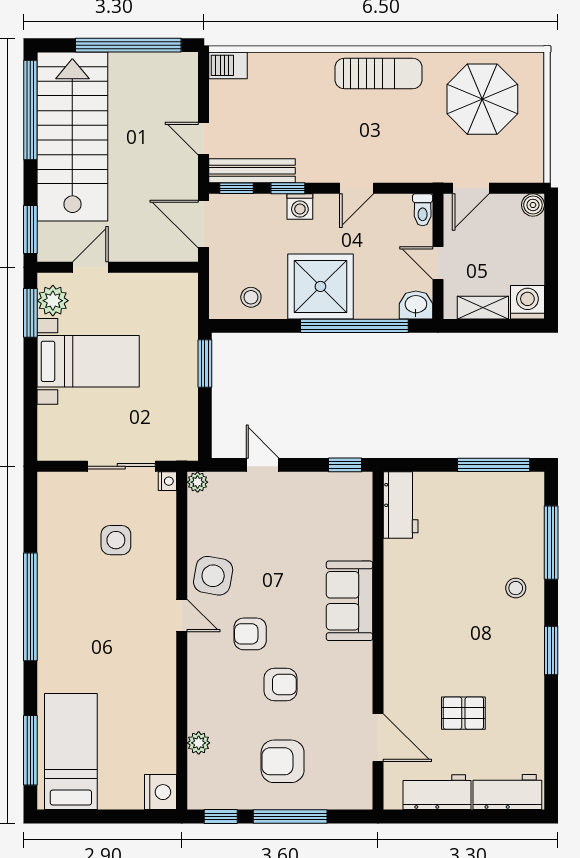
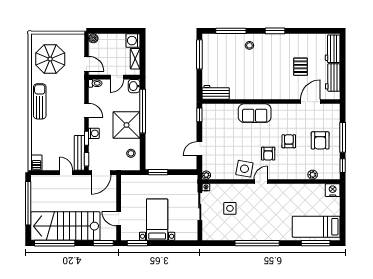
door: (204, 138) -> (66, 173), swing flipped
plant: (53, 301) -> (132, 234), removed

